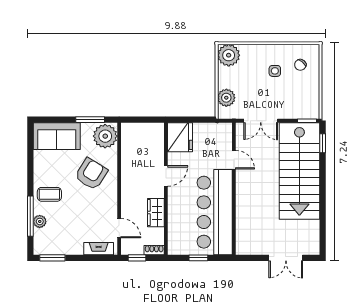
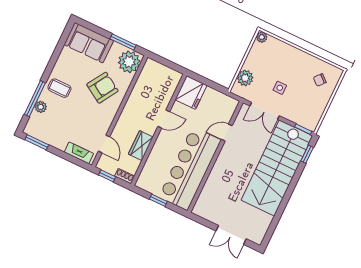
plant: (229, 55) -> (262, 37), width x0.53, depth x0.53
side table: (275, 71) -> (280, 88), moved
door: (234, 160) -> (227, 133), swing flipped

